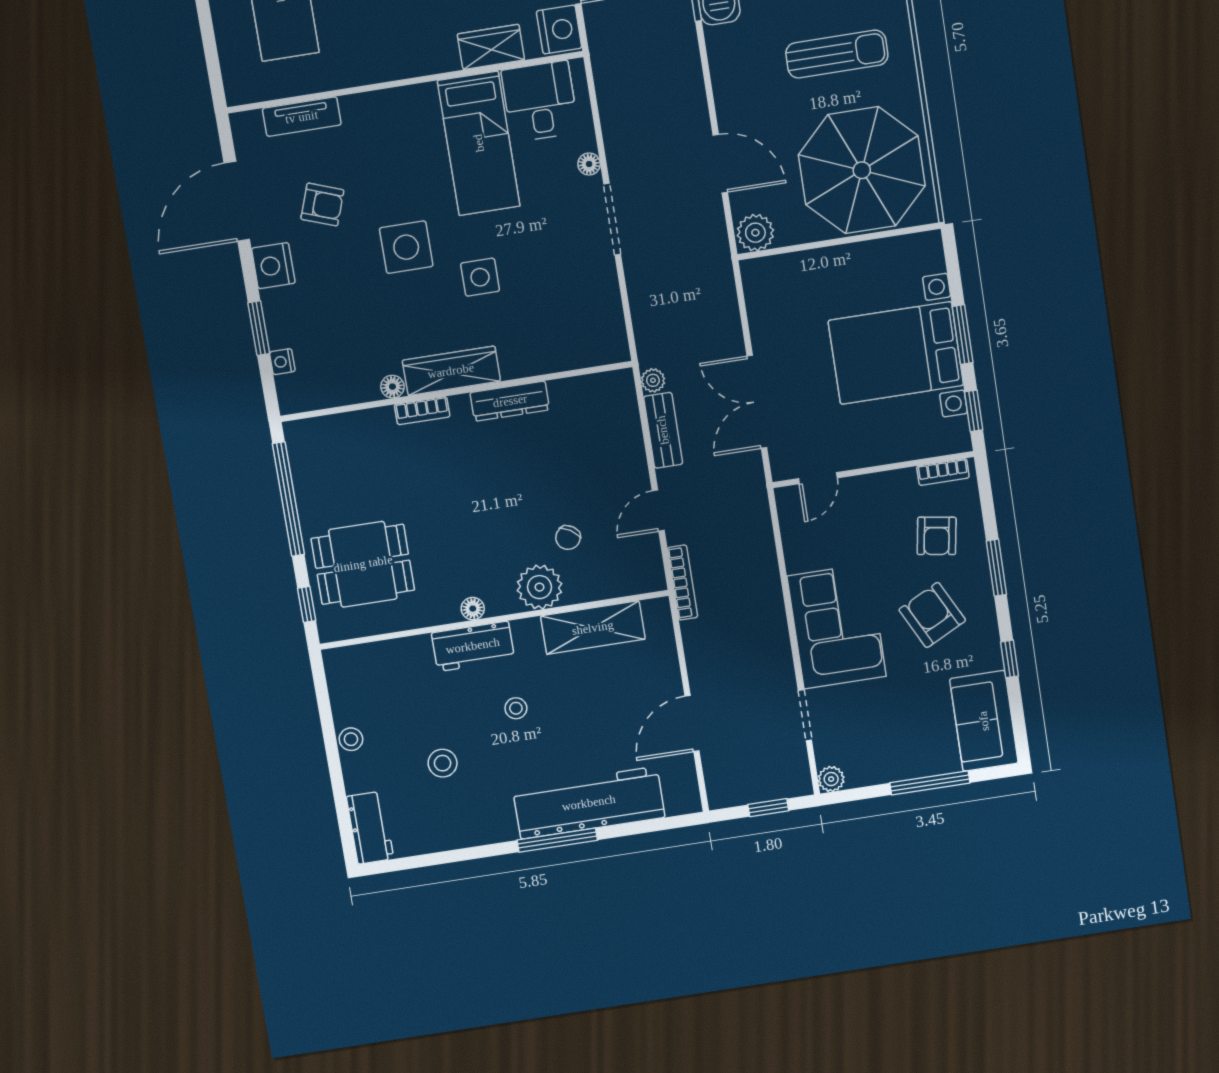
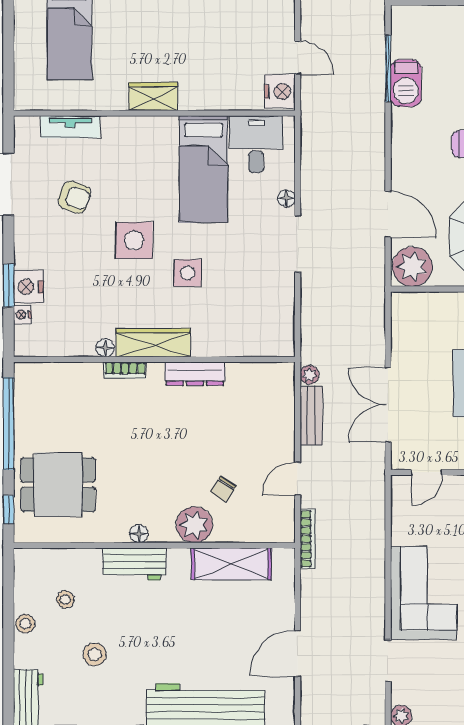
wardrobe: (491, 47) -> (153, 96), moved
plant: (755, 233) -> (412, 267), width x1.36, depth x1.36
nightstand: (273, 266) -> (28, 287), moved
stool: (516, 708) -> (65, 599), moved

